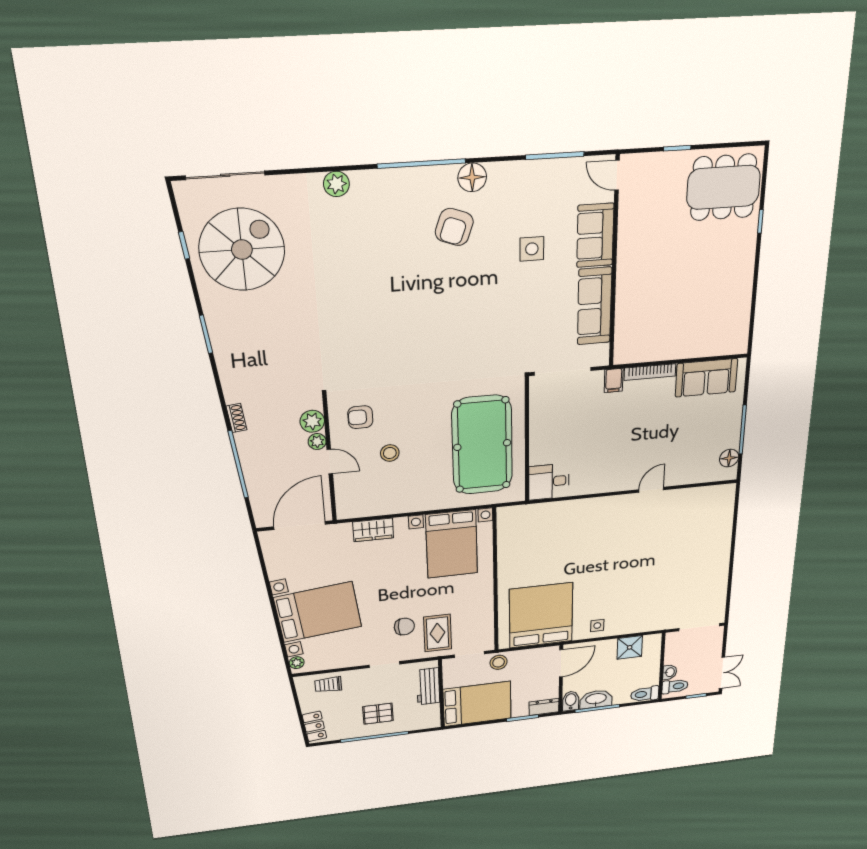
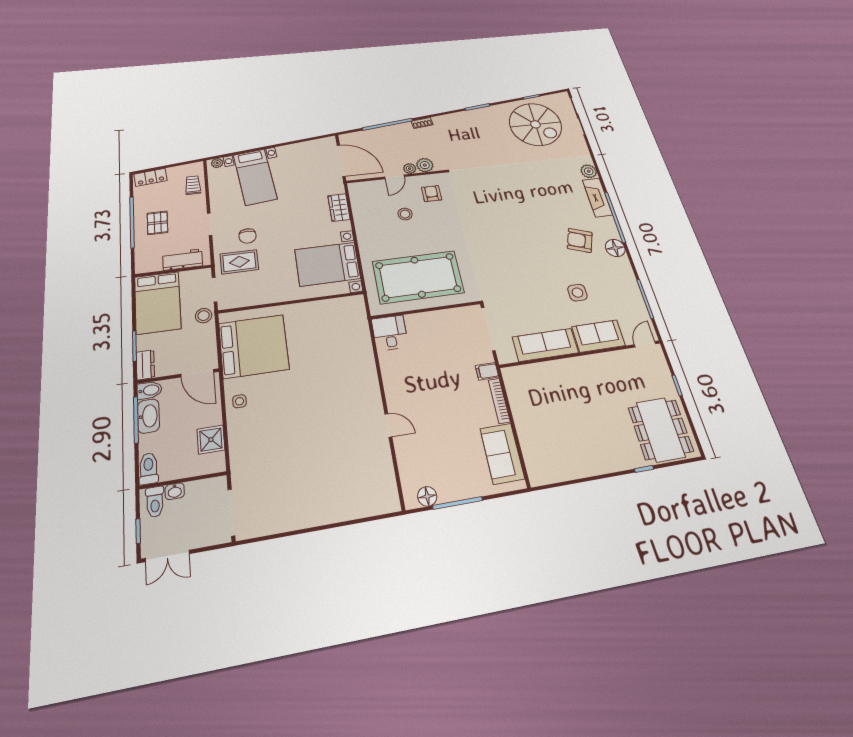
fireplace: (385, 182) -> (597, 197), added
bed with nightstands: (318, 612) -> (255, 177), width x0.73

